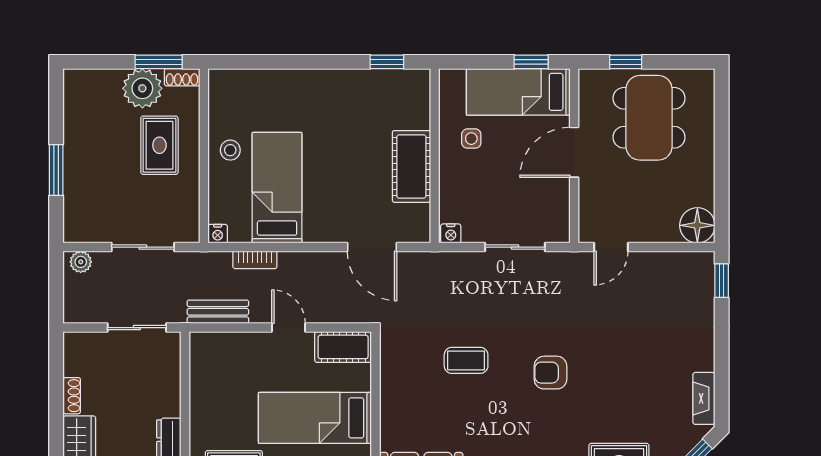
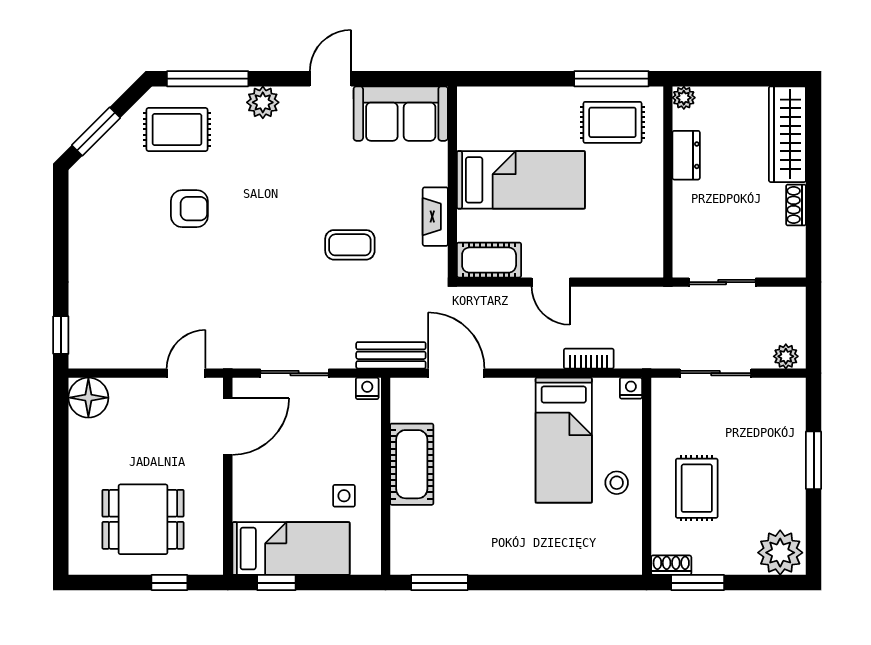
window: (387, 62) -> (439, 583), width x1.50
plant: (142, 88) -> (780, 553), moved
dining table: (649, 118) -> (143, 519), width x0.73
door: (574, 152) -> (228, 426), moved
bench: (218, 312) -> (391, 355), moved
armchair: (550, 373) -> (189, 209), moved
fireplace: (704, 398) -> (435, 217), moved, turned 180

